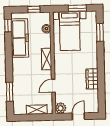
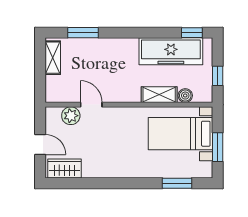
shelving: (47, 59) -> (159, 95), moved
wardrobe: (92, 79) -> (64, 169), moved
plant: (61, 108) -> (71, 116), moved
shelving: (37, 110) -> (53, 58), moved

